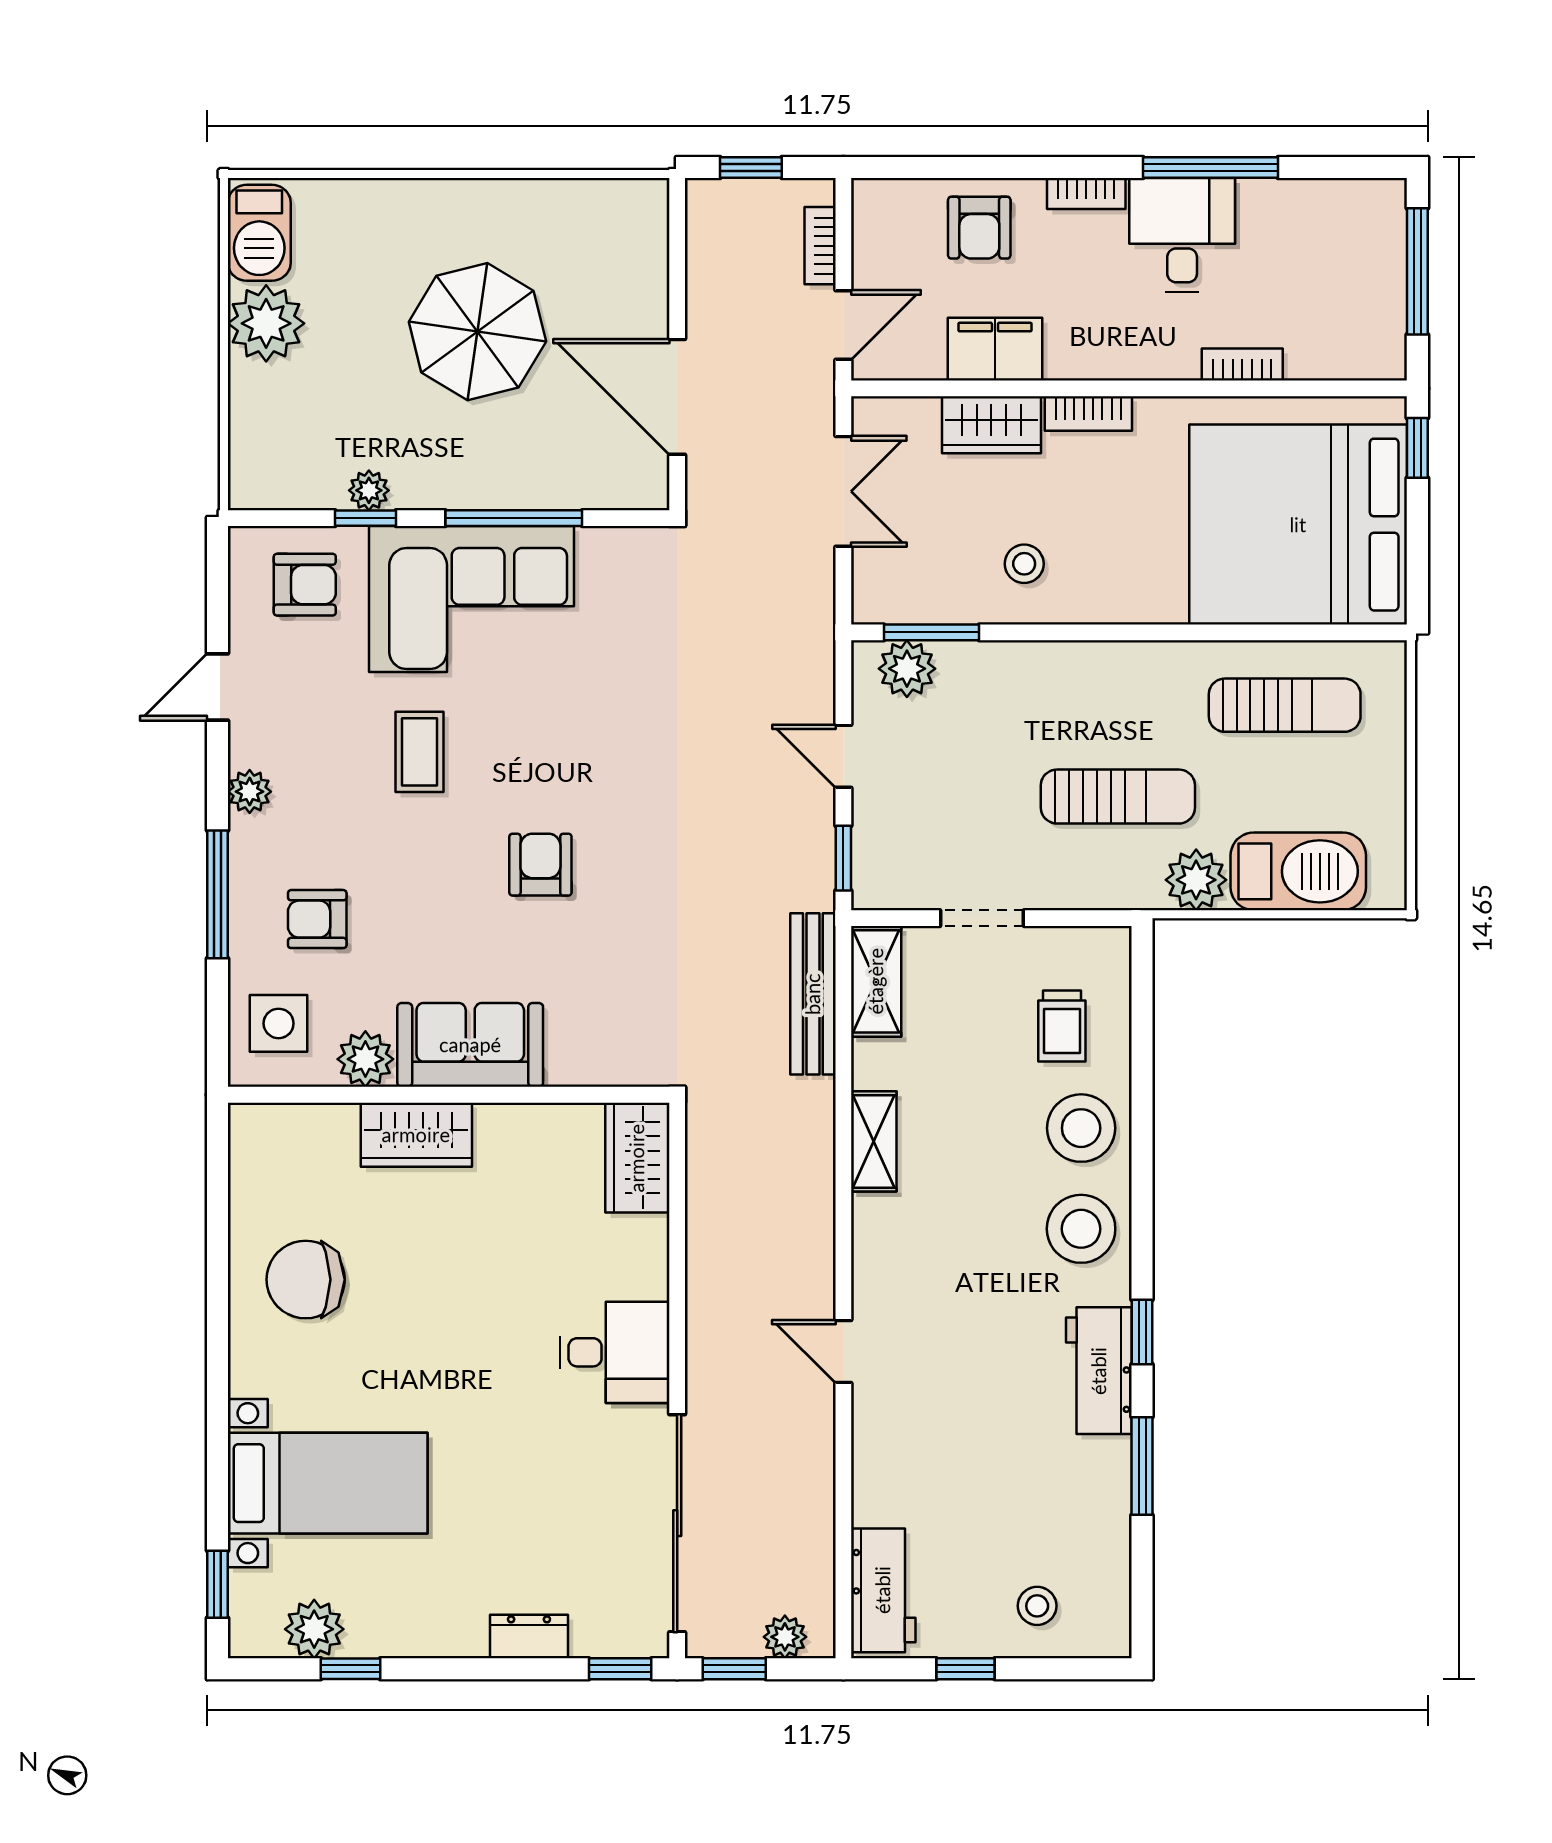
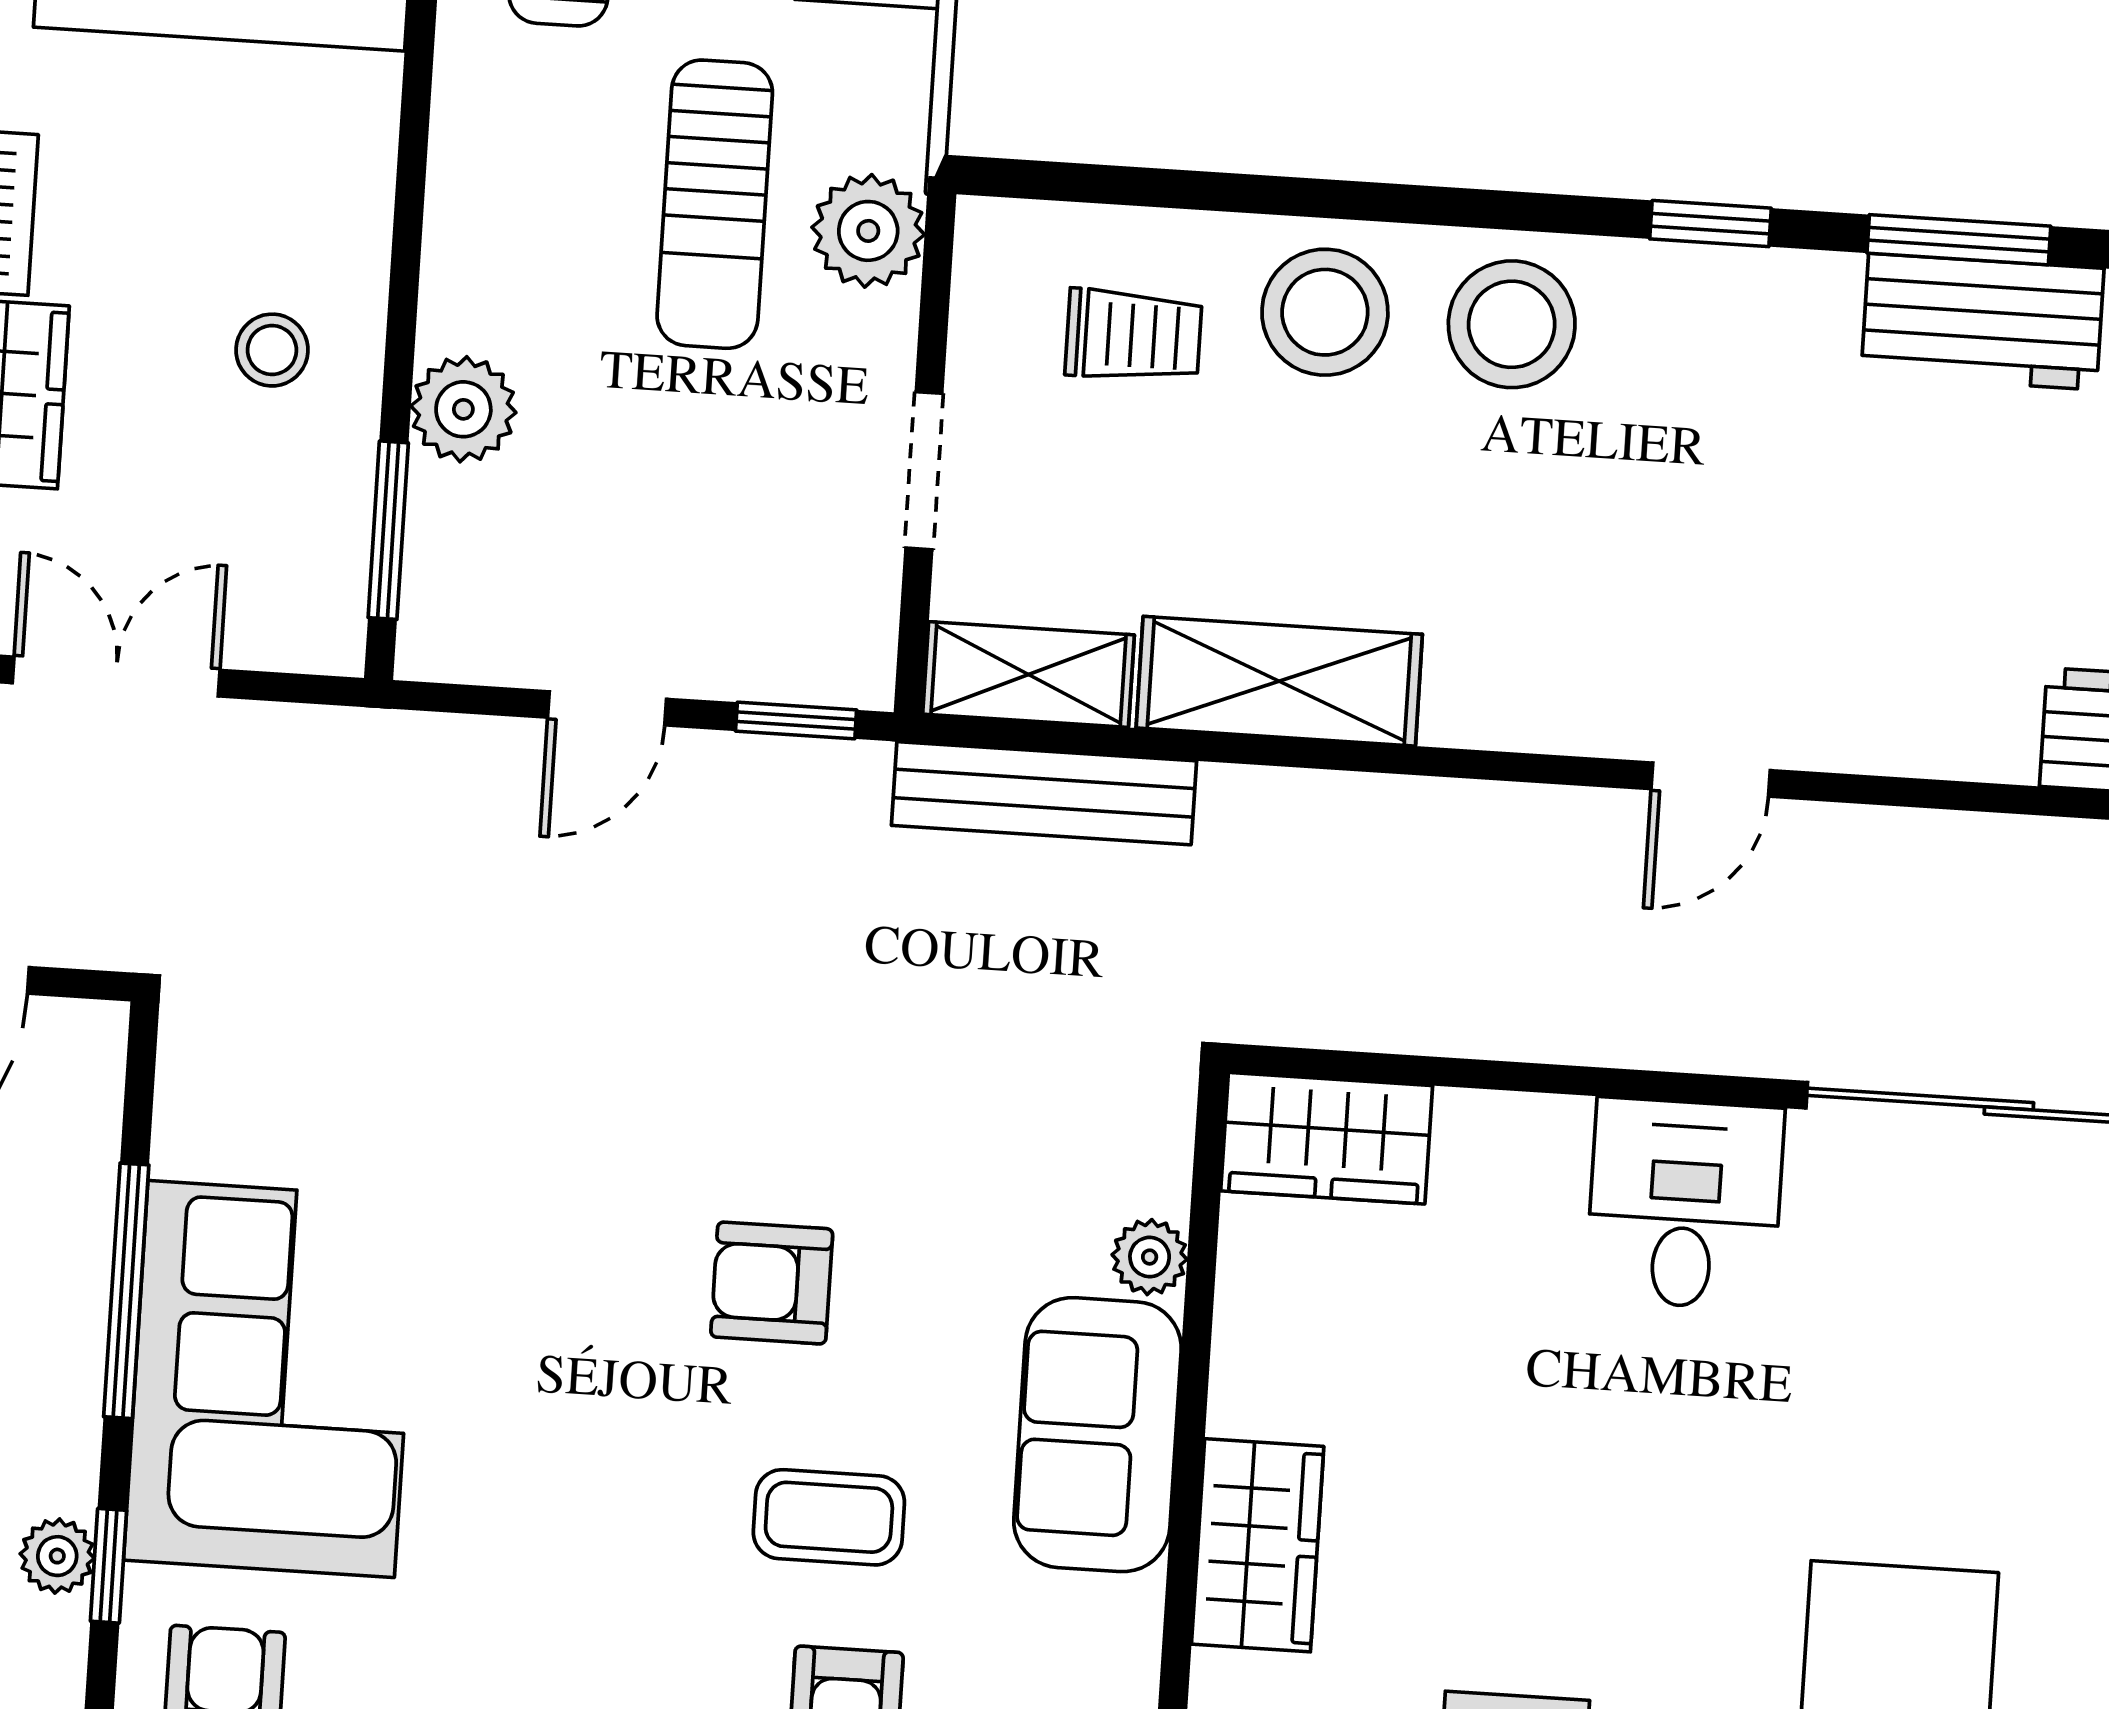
plant: (907, 669) -> (463, 409), moved
coffee table: (419, 752) -> (829, 1517), moved
sun lounger: (1118, 797) -> (715, 204), turned 180
plant: (1196, 880) -> (868, 231), moved
plant: (365, 1059) -> (1150, 1257), moved, width x0.73, depth x0.73
shelving: (874, 1141) -> (1279, 681), width x1.50, depth x1.33
workbench: (1099, 1371) -> (1982, 322), moved

